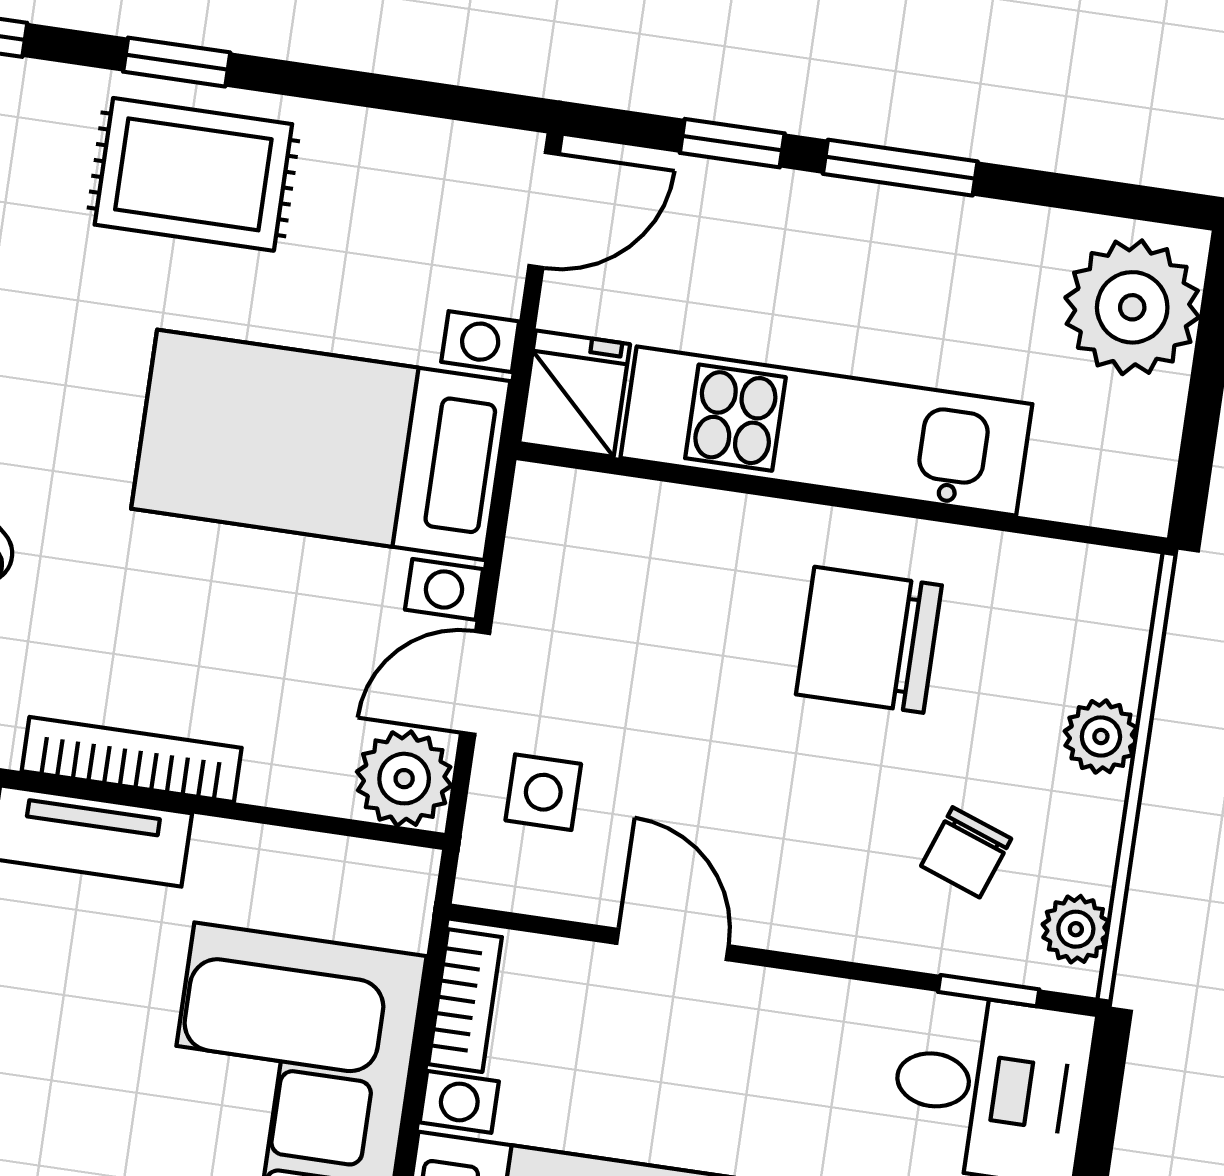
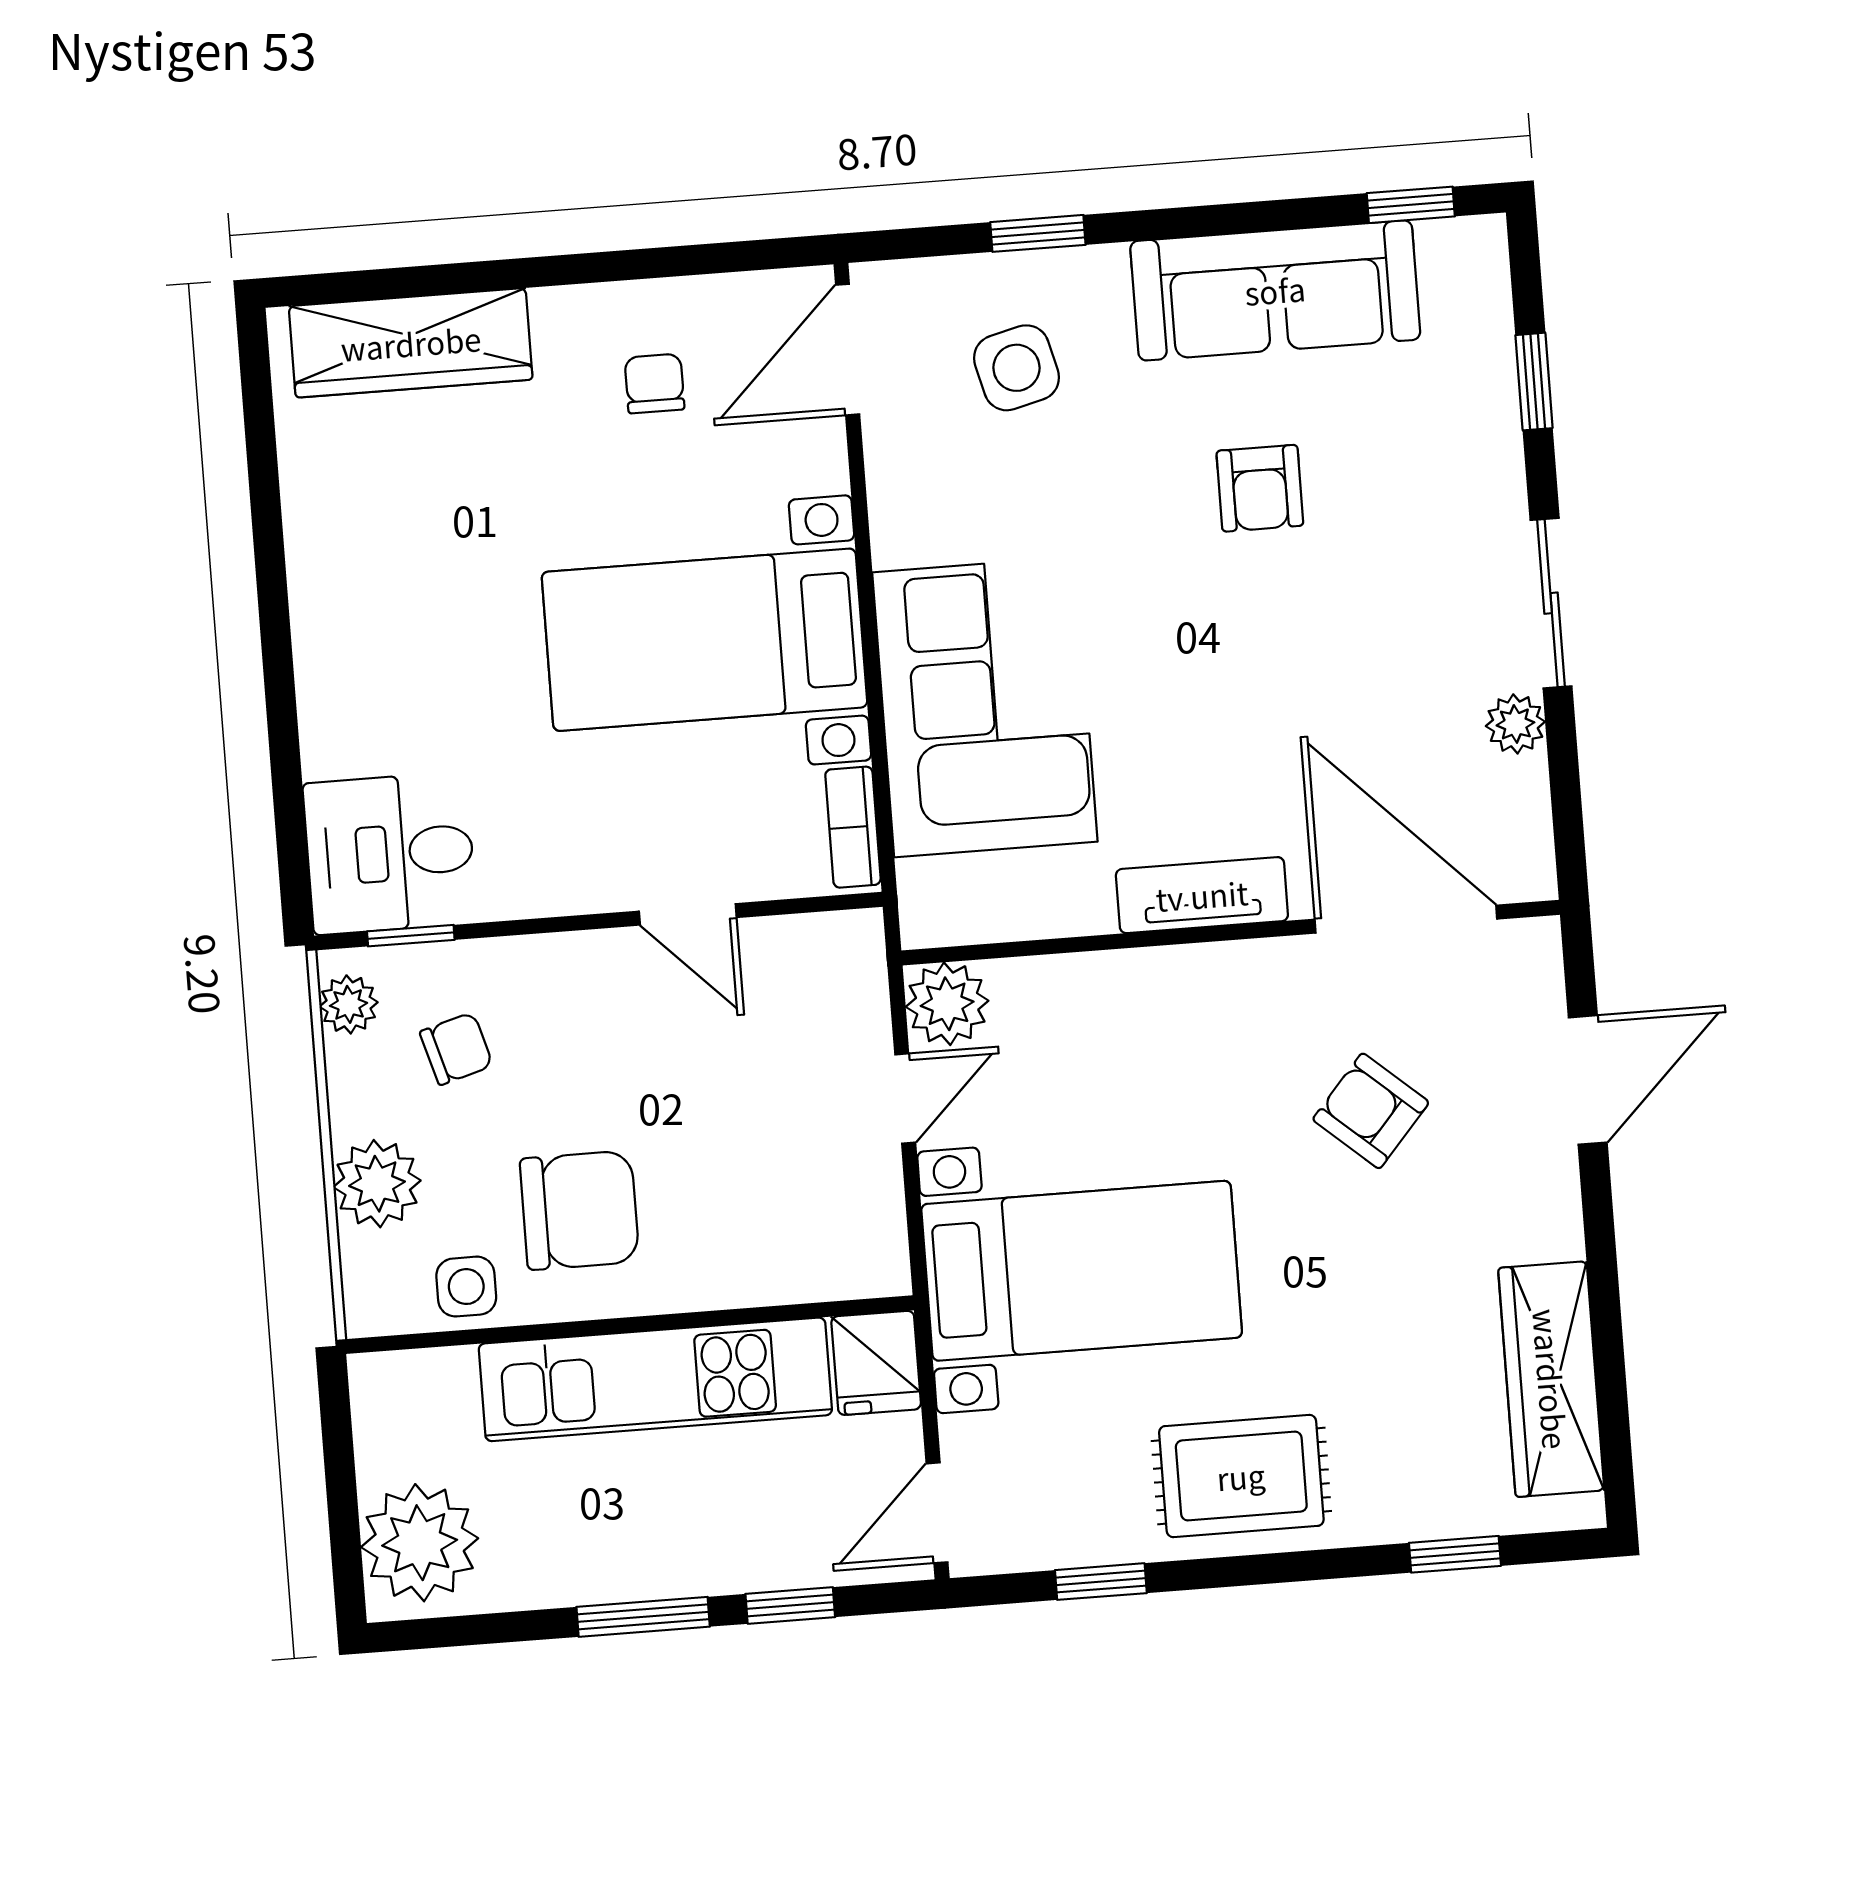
window: (177, 62) -> (1101, 1582), moved
plant: (1101, 737) -> (377, 1184), width x1.38, depth x1.38
bookcase: (132, 759) -> (1182, 968), removed
side table: (543, 792) -> (466, 1287), moved
chair: (966, 852) -> (456, 1049), turned 54

